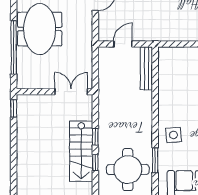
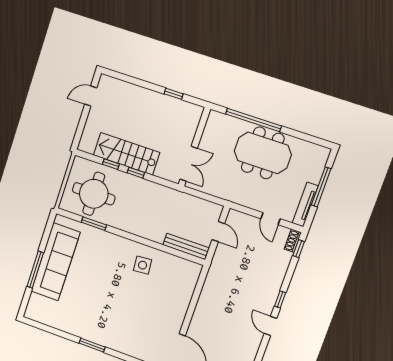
window: (14, 108) -> (174, 94), moved
side table: (174, 135) -> (143, 265), moved

